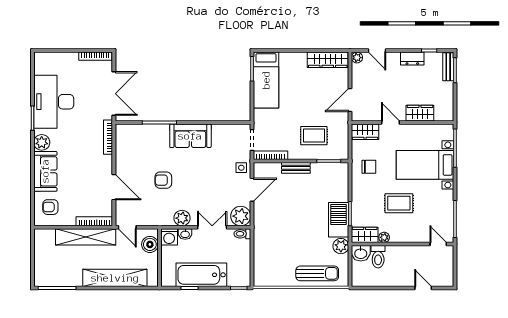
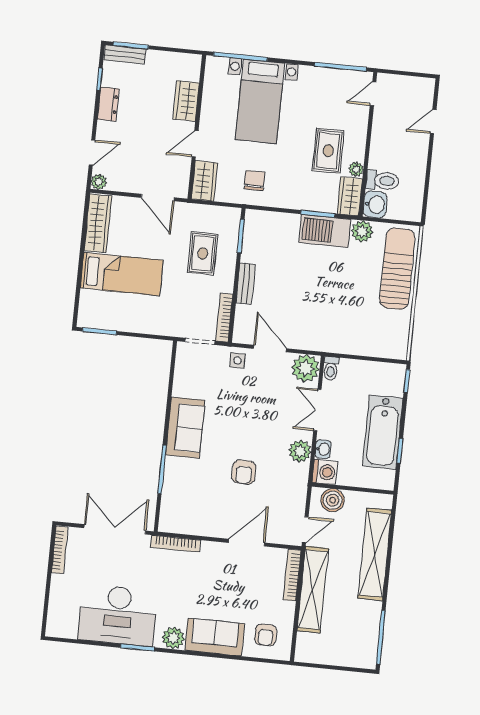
bed: (266, 80) -> (122, 274), moved
rug: (399, 203) -> (328, 151), moved
sun lounger: (317, 273) -> (397, 269), width x1.36, depth x1.34

